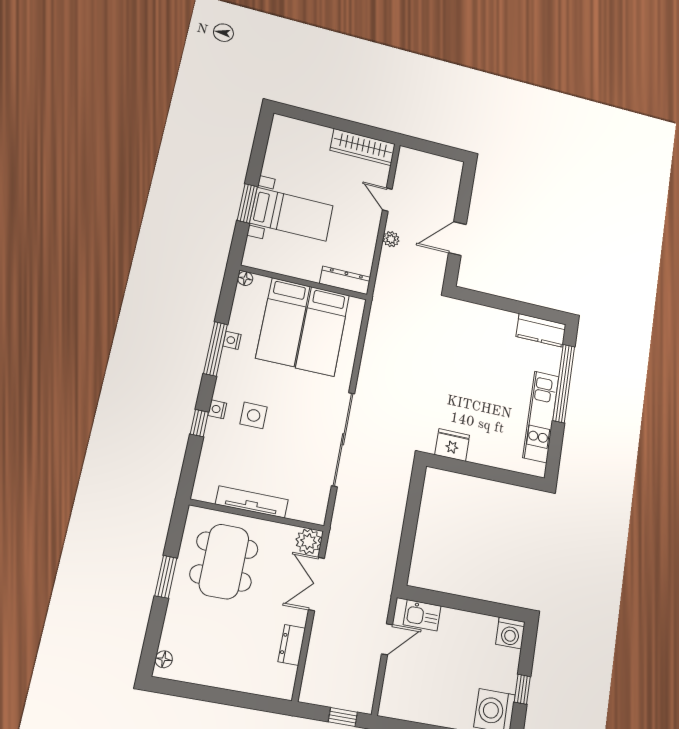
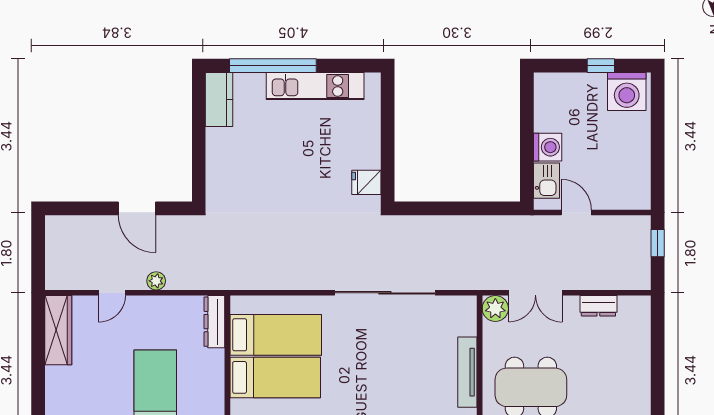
side table: (254, 415) -> (380, 388), removed
fridge: (452, 445) -> (366, 182), width x0.72
washing machine: (510, 633) -> (548, 147), moved

